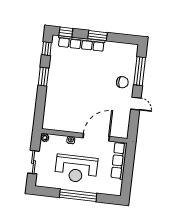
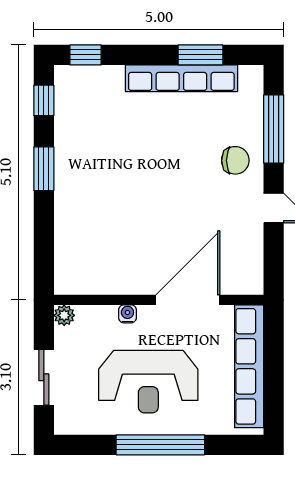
window: (98, 36) -> (200, 55), moved
row of seats: (81, 43) -> (181, 78), moved
row of seats: (119, 161) -> (249, 366), width x1.36

